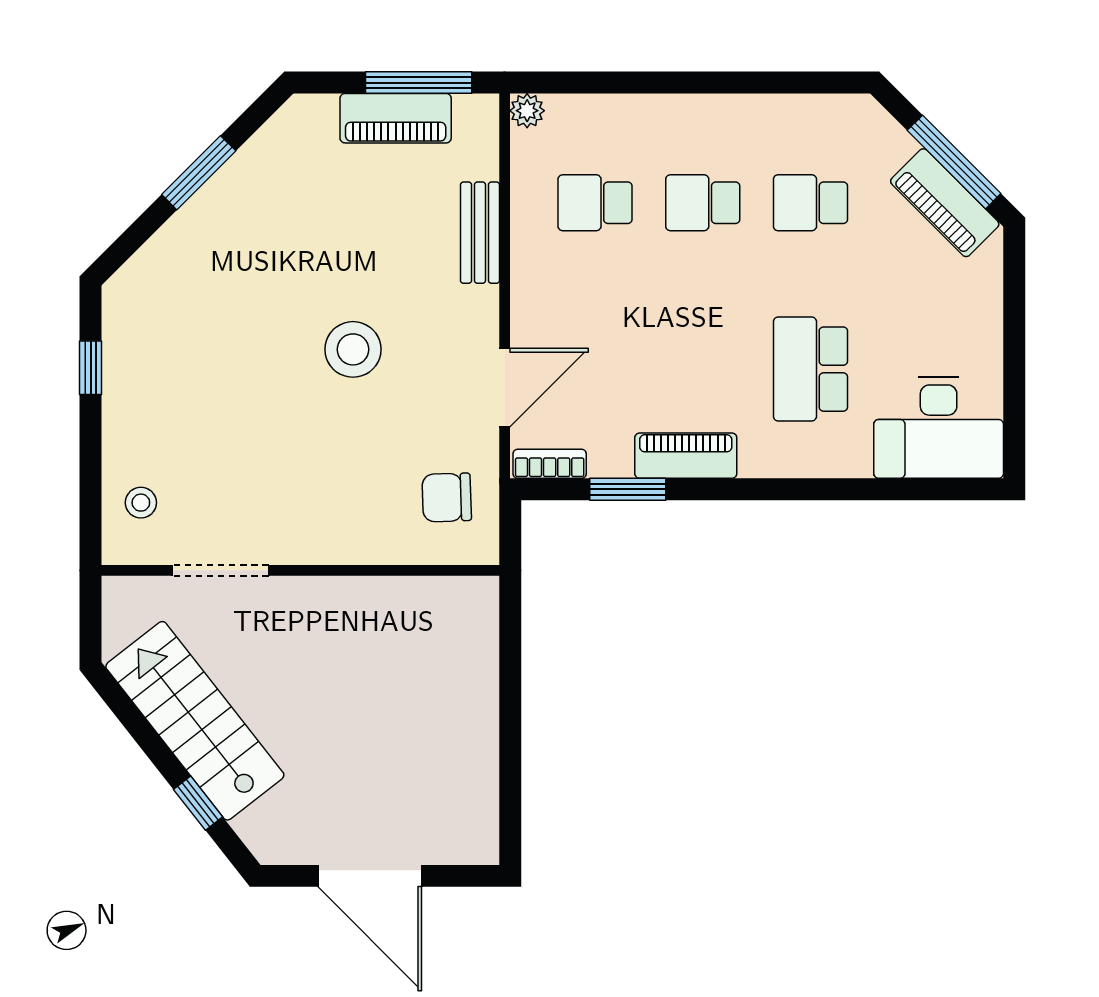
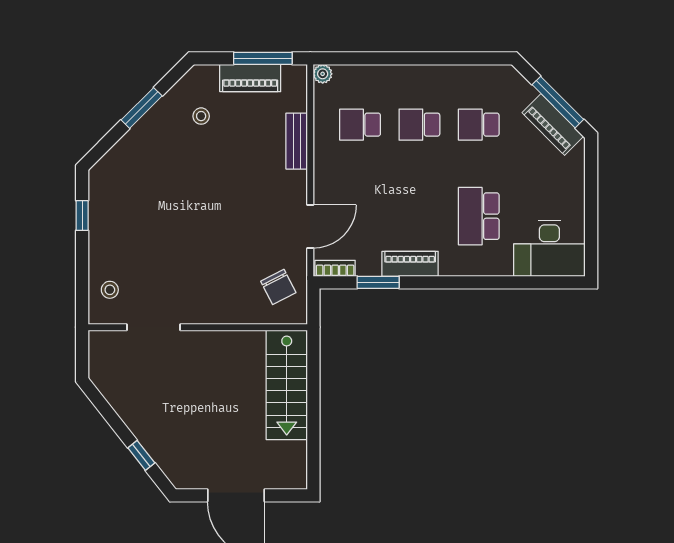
stool: (353, 349) -> (201, 116), moved, width x0.53, depth x0.53
chair: (447, 497) -> (278, 287), turned -115
stairs: (195, 721) -> (287, 385), moved, turned -142

